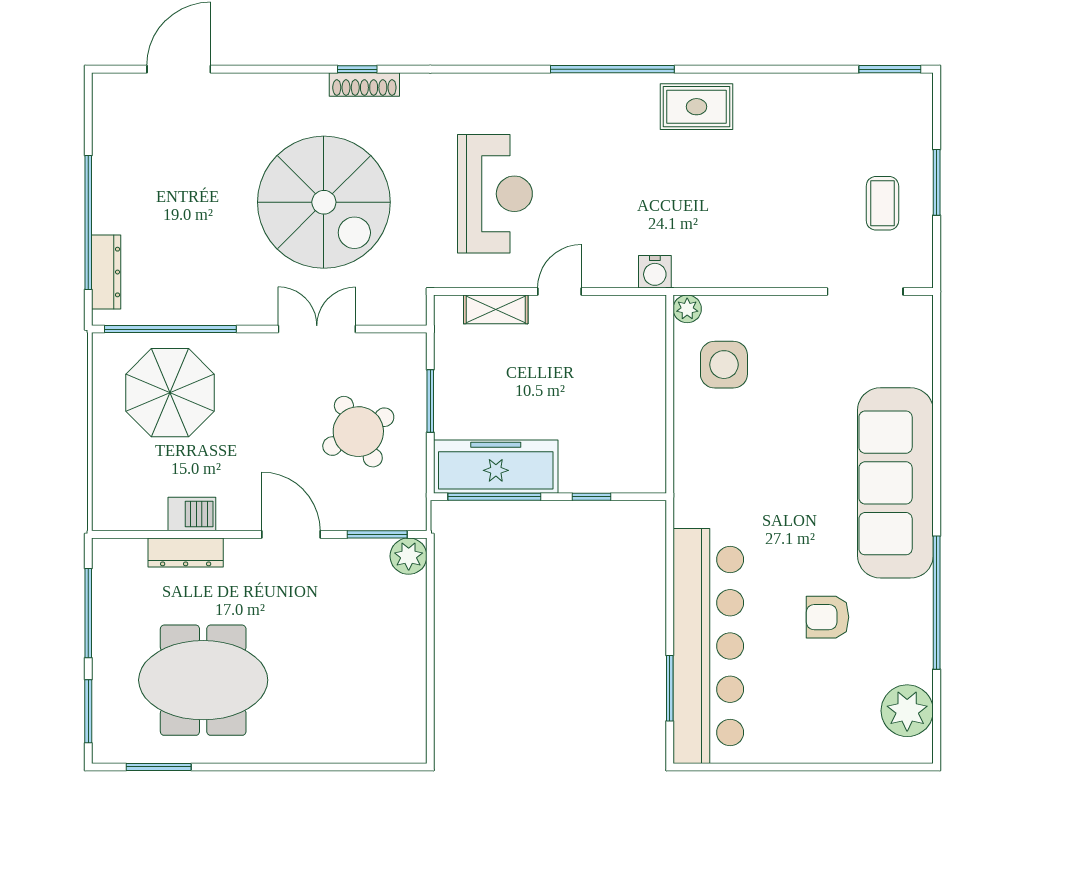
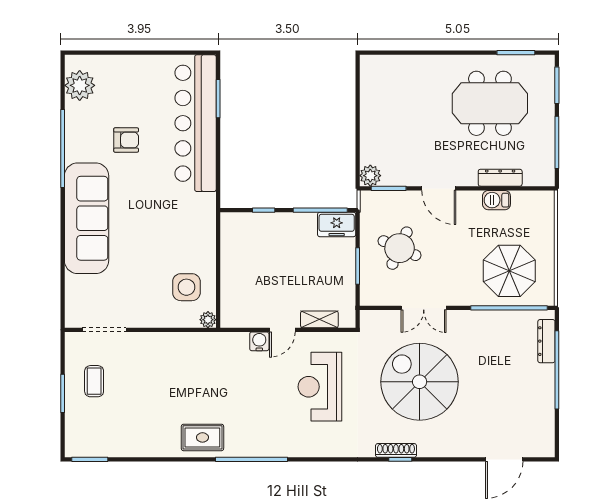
water cooler: (655, 272) -> (259, 341), moved
round table: (358, 432) -> (400, 248), turned -37
freezer: (496, 467) -> (337, 224), width x0.52, depth x0.79

